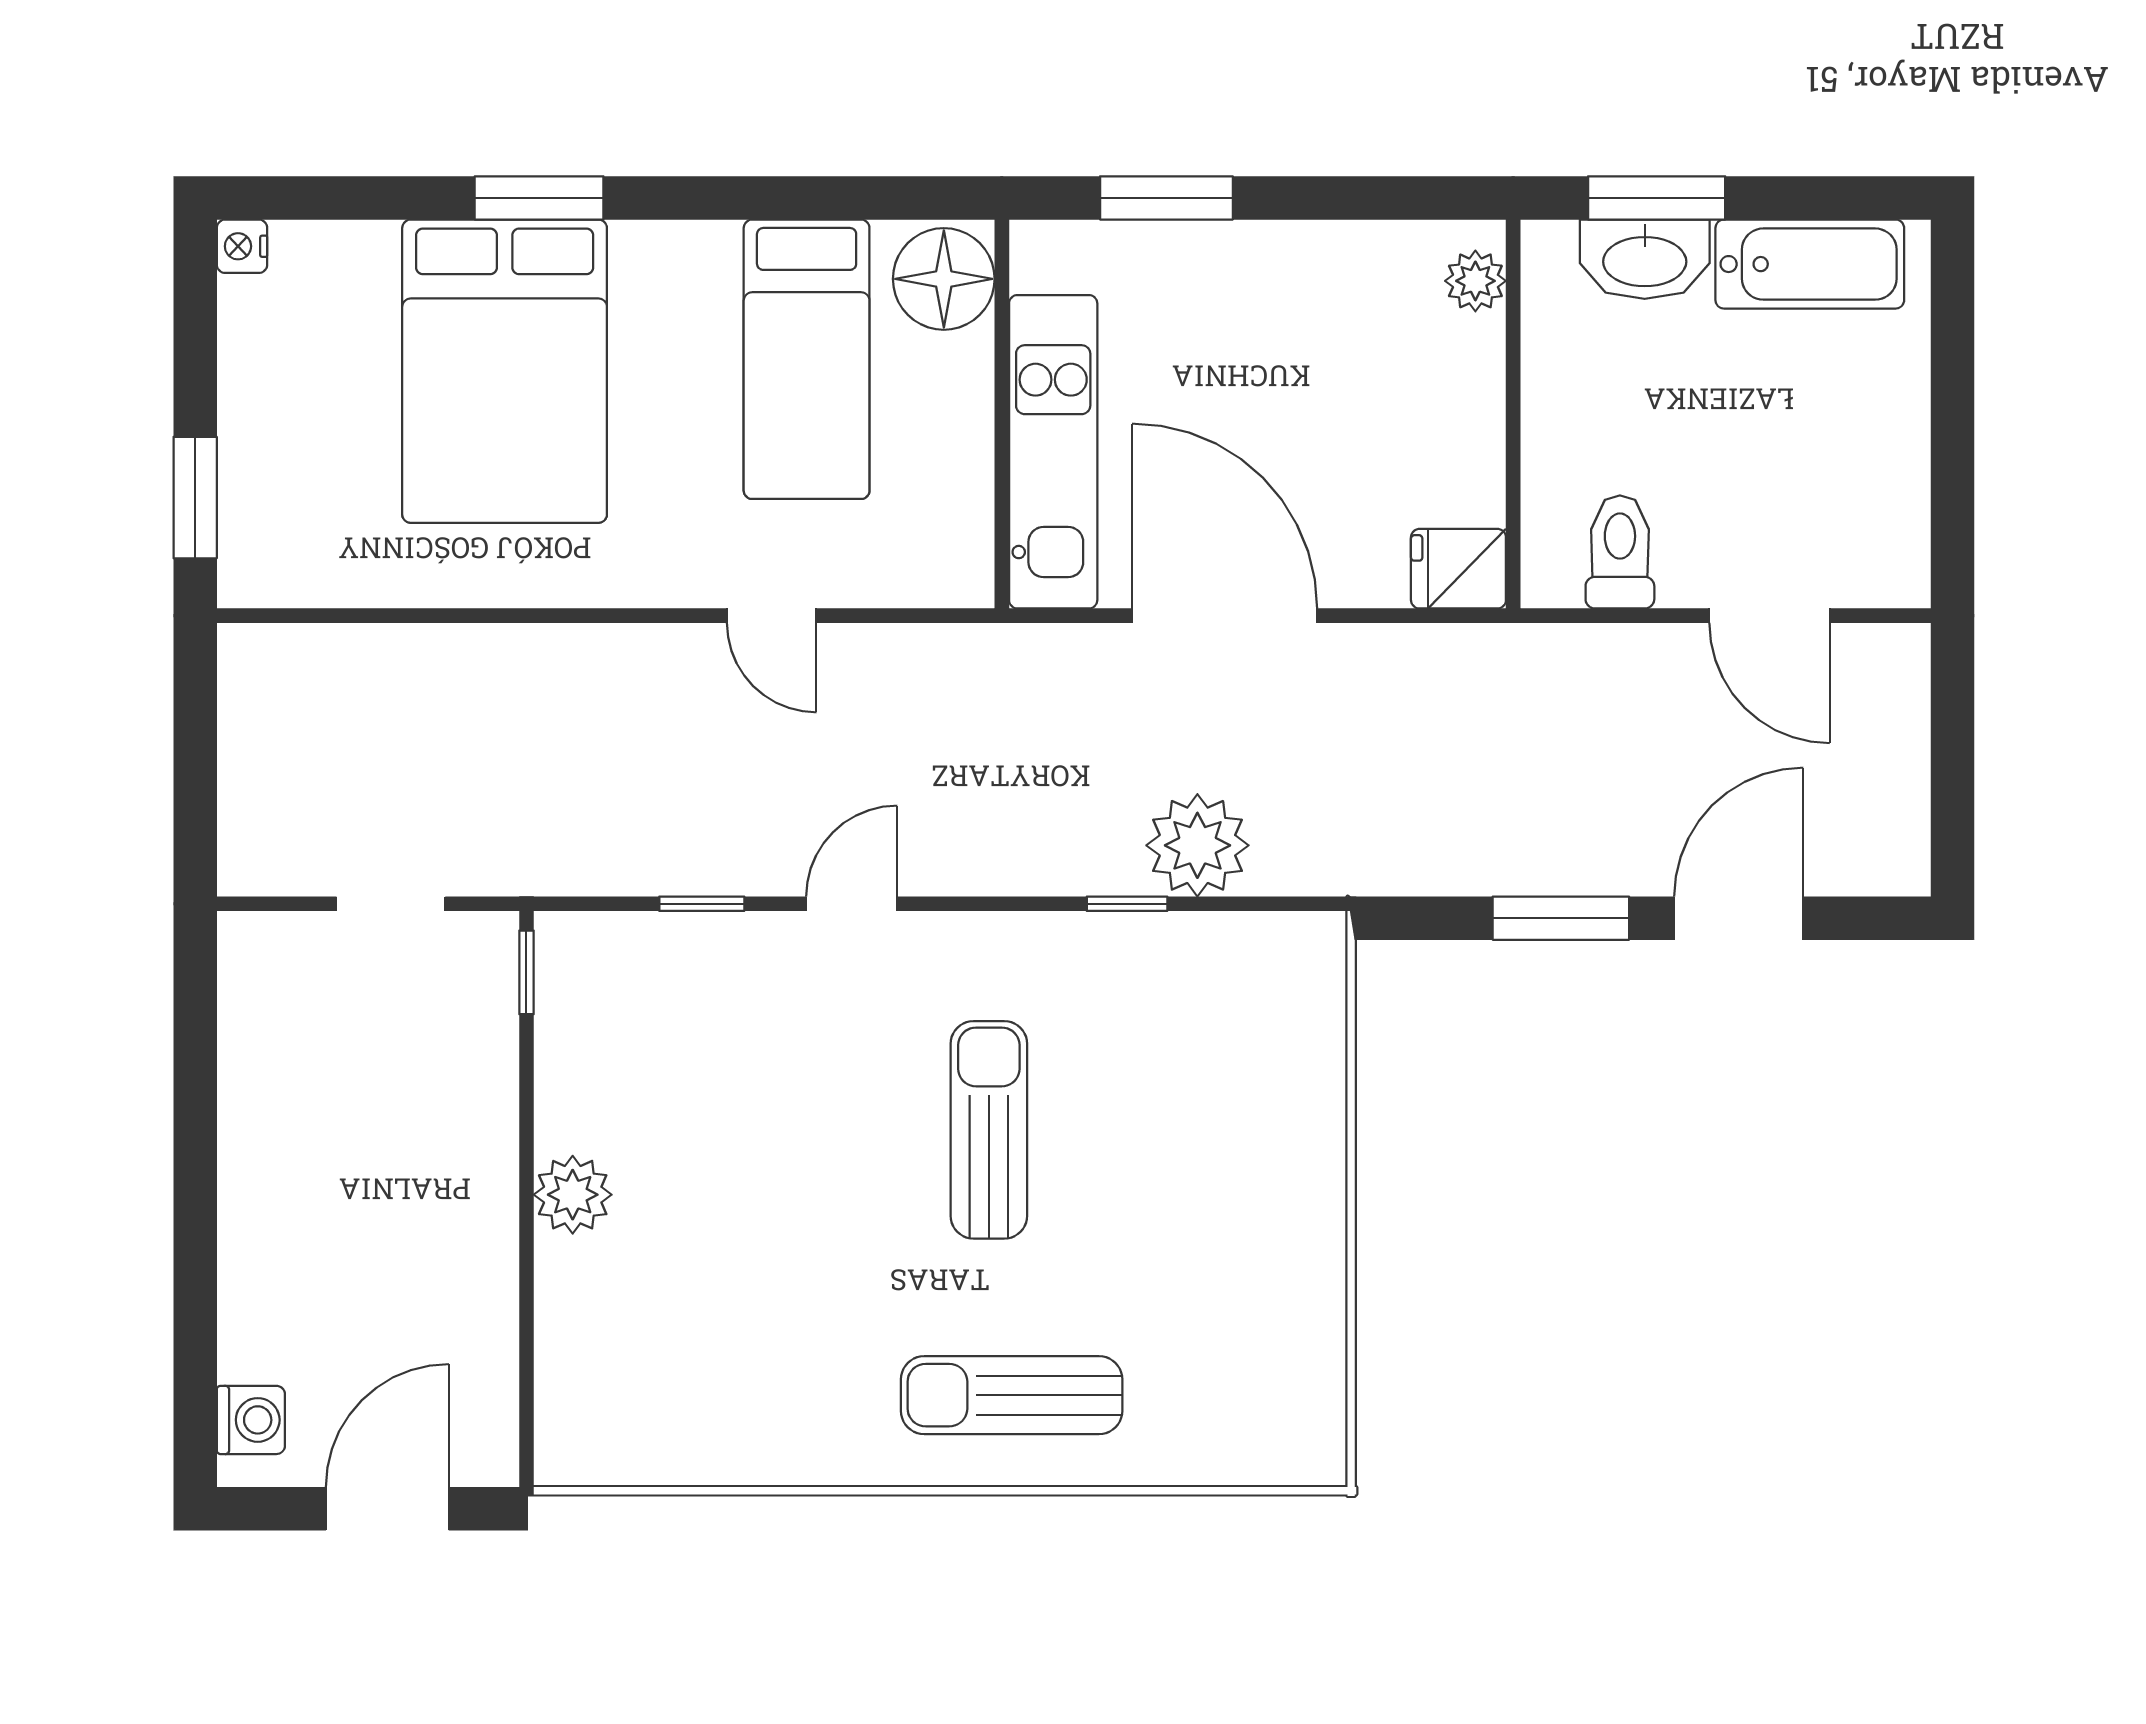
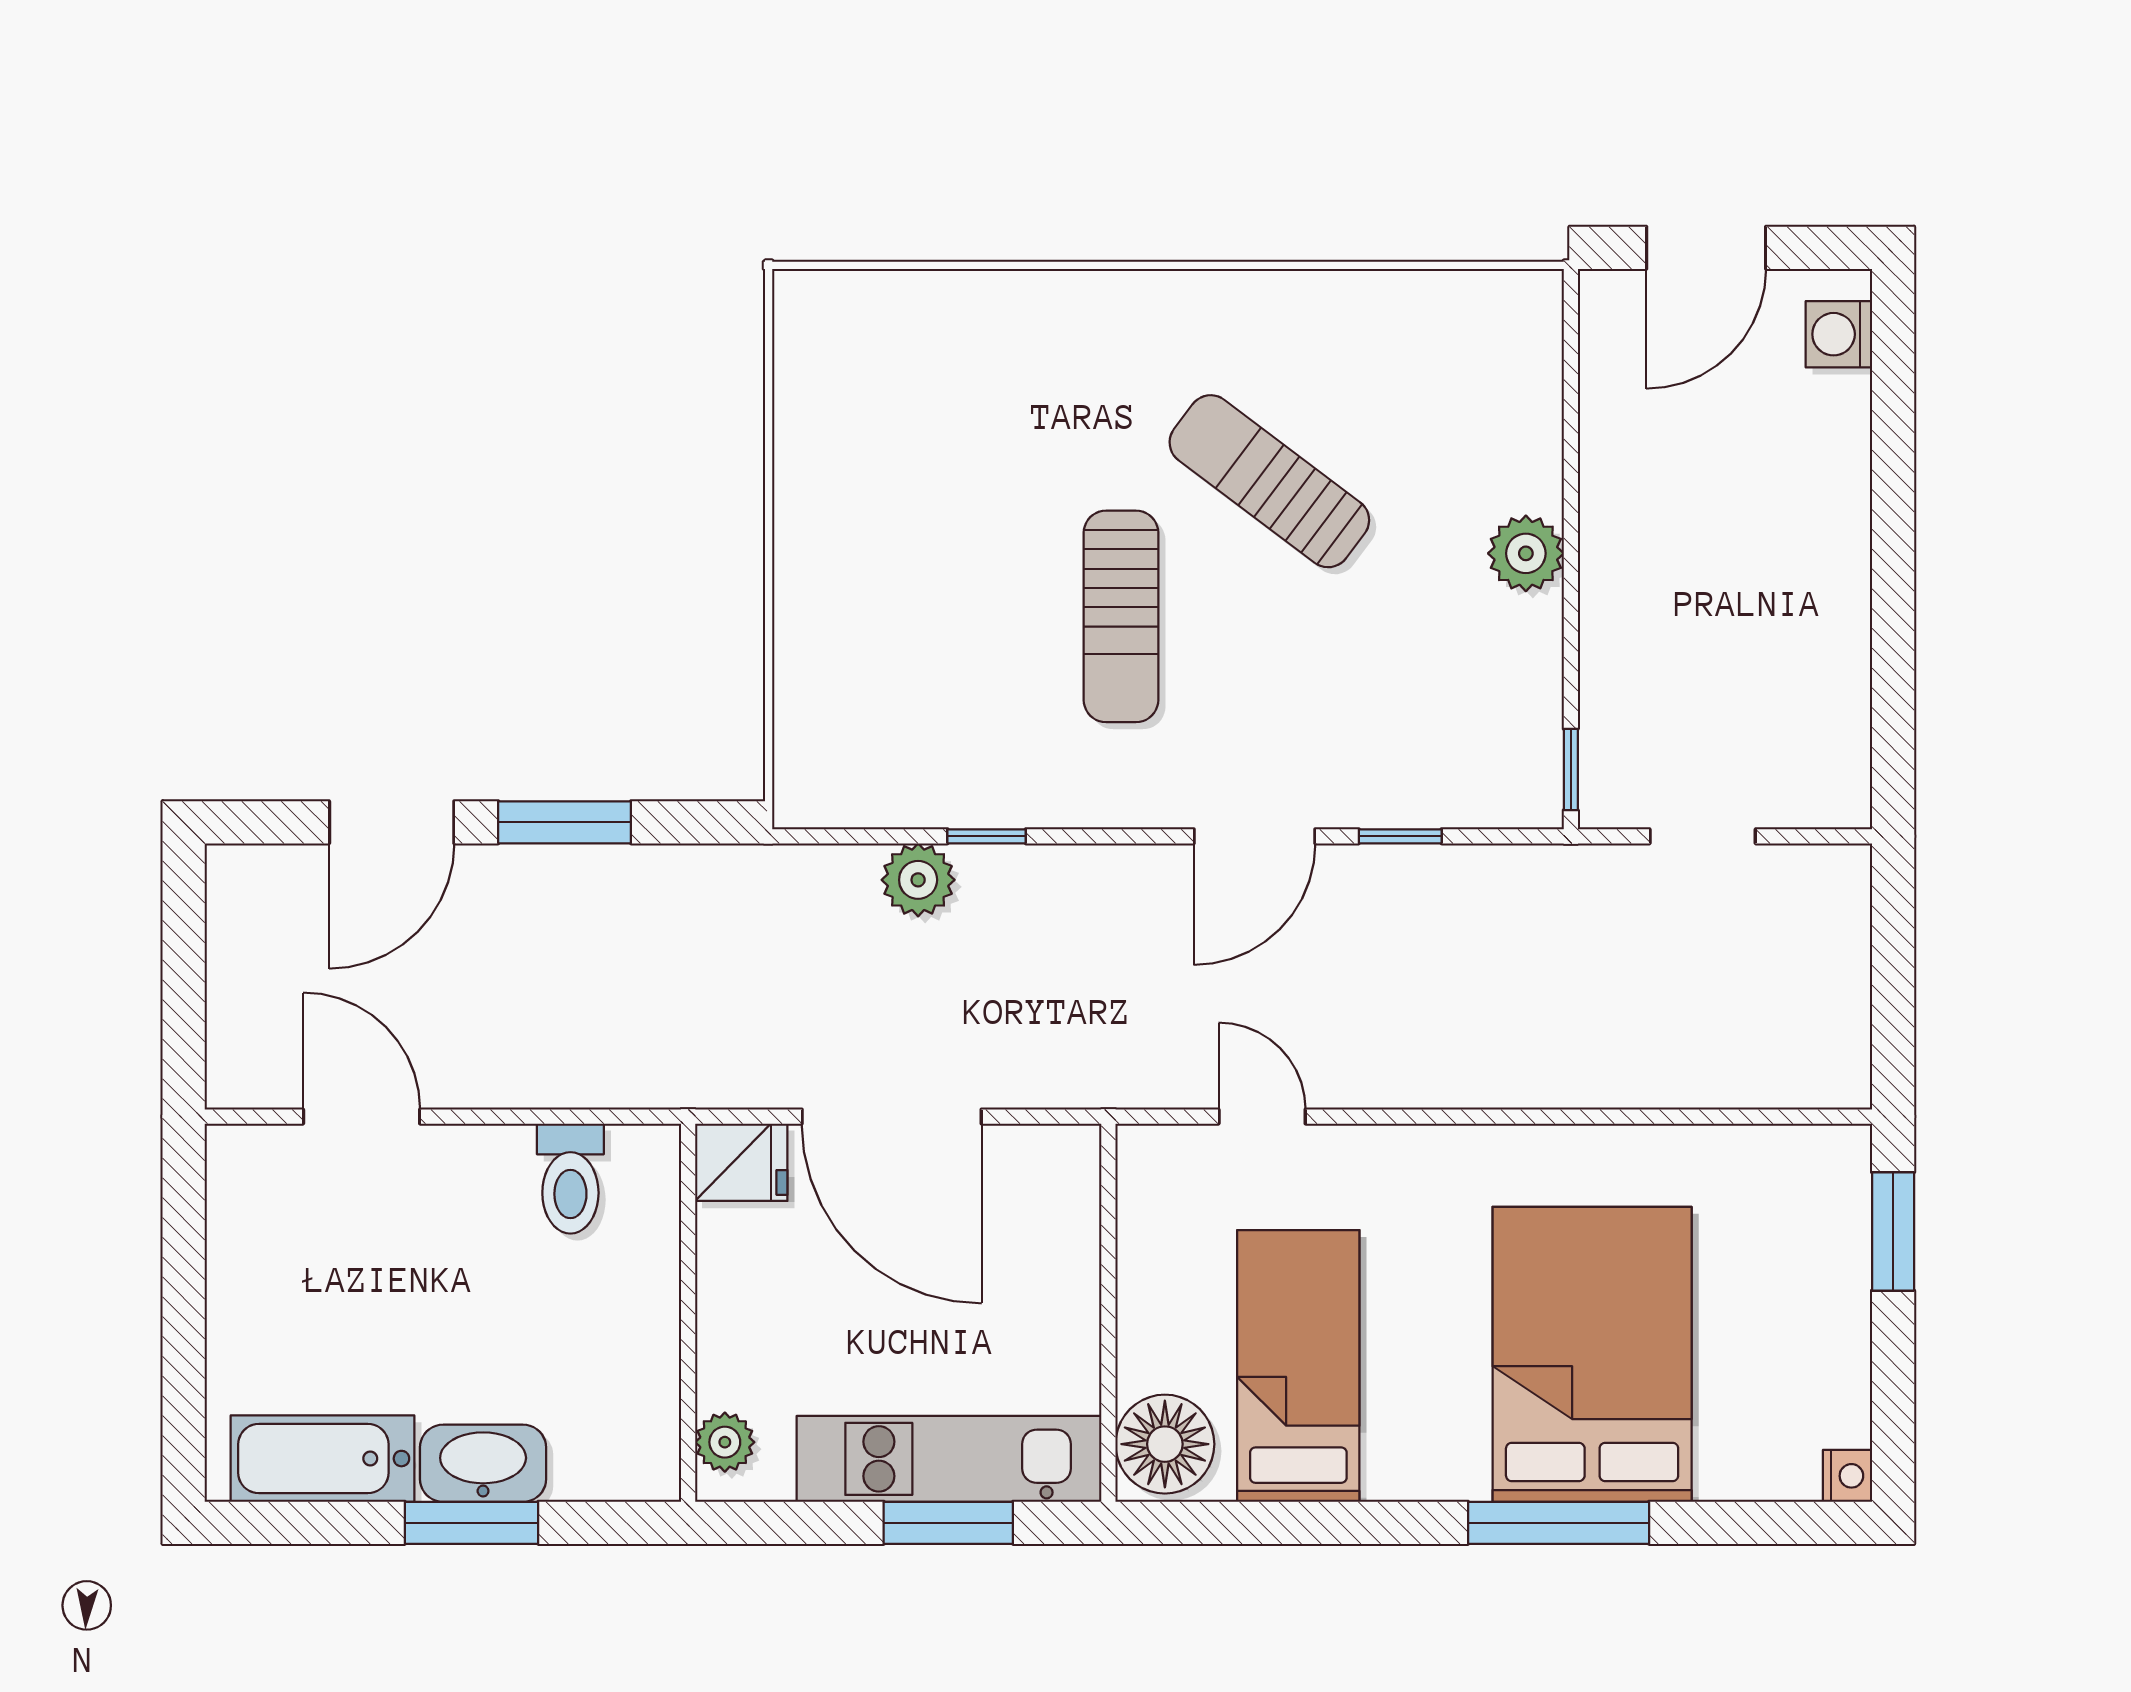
window: (539, 198) -> (1559, 1523), width x1.44
plant: (1475, 281) -> (725, 1442), moved
wall: (1513, 414) -> (688, 1313), moved
kitchen unit: (1053, 452) -> (949, 1459), moved, turned 90
toilet: (1620, 552) -> (570, 1179), moved
fridge: (1458, 569) -> (741, 1162), moved
door: (772, 616) -> (1262, 1117), moved
plant: (1197, 845) -> (918, 880), width x0.73, depth x0.73
door: (852, 904) -> (1254, 836), width x1.38
sun lounger: (1012, 1395) -> (1269, 481), moved, turned -143

